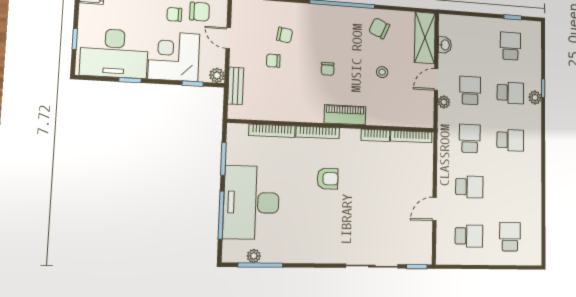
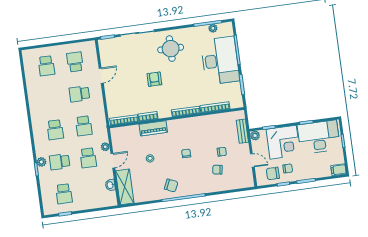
chair: (379, 28) -> (171, 185), moved
piano: (345, 115) -> (153, 128), moved
school desk: (510, 140) -> (55, 130), turned -90
armchair: (328, 179) -> (154, 79), moved, turned 90
round table: (325, 234) -> (171, 49), added
school desk: (469, 236) -> (75, 62), turned 90

